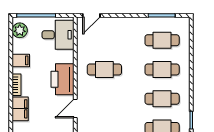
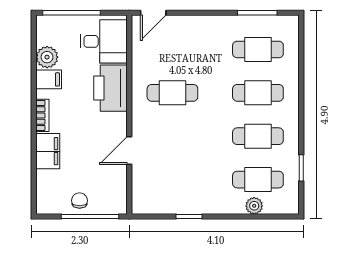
plant: (20, 30) -> (47, 57), moved
printer: (63, 79) -> (110, 88), moved

